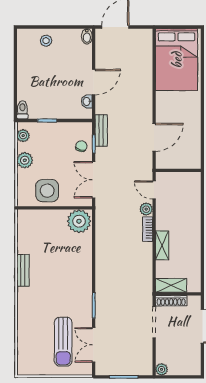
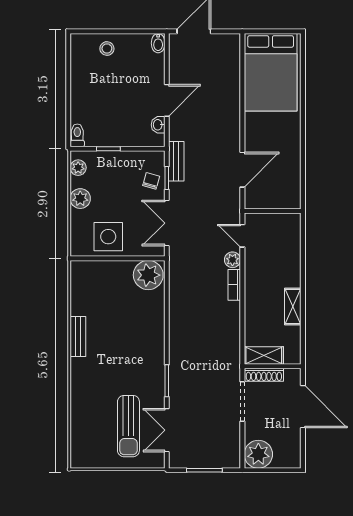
shelving: (162, 245) -> (293, 307), moved
plant: (162, 369) -> (258, 454), width x1.87, depth x1.87

